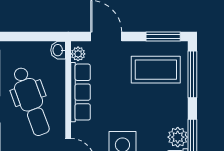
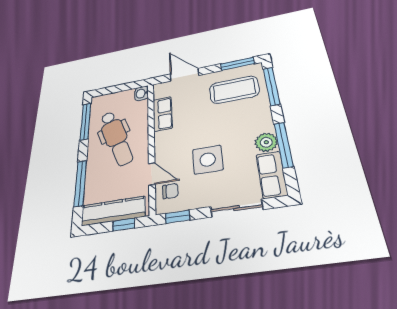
plant: (78, 54) -> (160, 92), removed
row of seats: (81, 92) -> (163, 114), width x0.68

